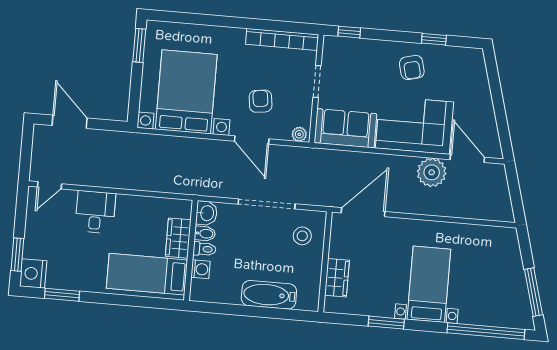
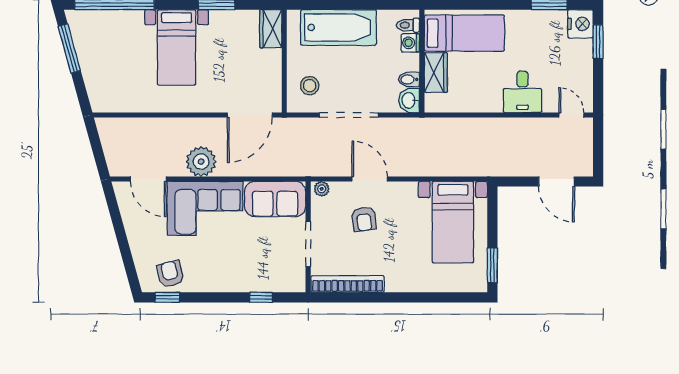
window: (349, 32) -> (261, 297), moved
window: (434, 39) -> (167, 297), moved
armchair: (412, 67) -> (170, 274), moved
doorway: (317, 82) -> (308, 244), width x1.38
bed with nightstands: (186, 92) -> (453, 222), width x0.73
plant: (432, 172) -> (201, 162), moved
door: (50, 185) -> (571, 115), hinge flipped
toilet: (204, 249) -> (408, 25), moved
wardrobe: (337, 278) -> (271, 29), moved
bathtub: (269, 295) -> (338, 27), width x1.36, depth x1.36

